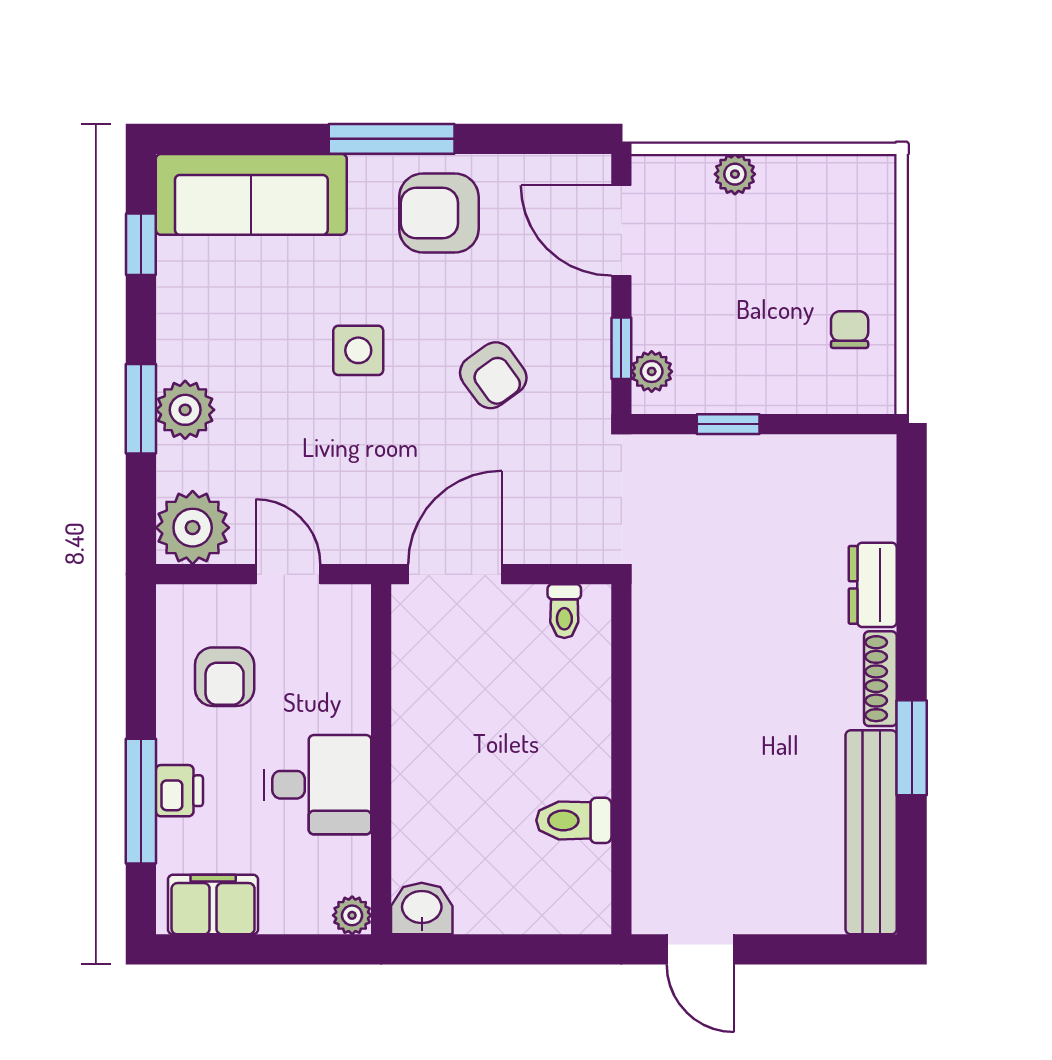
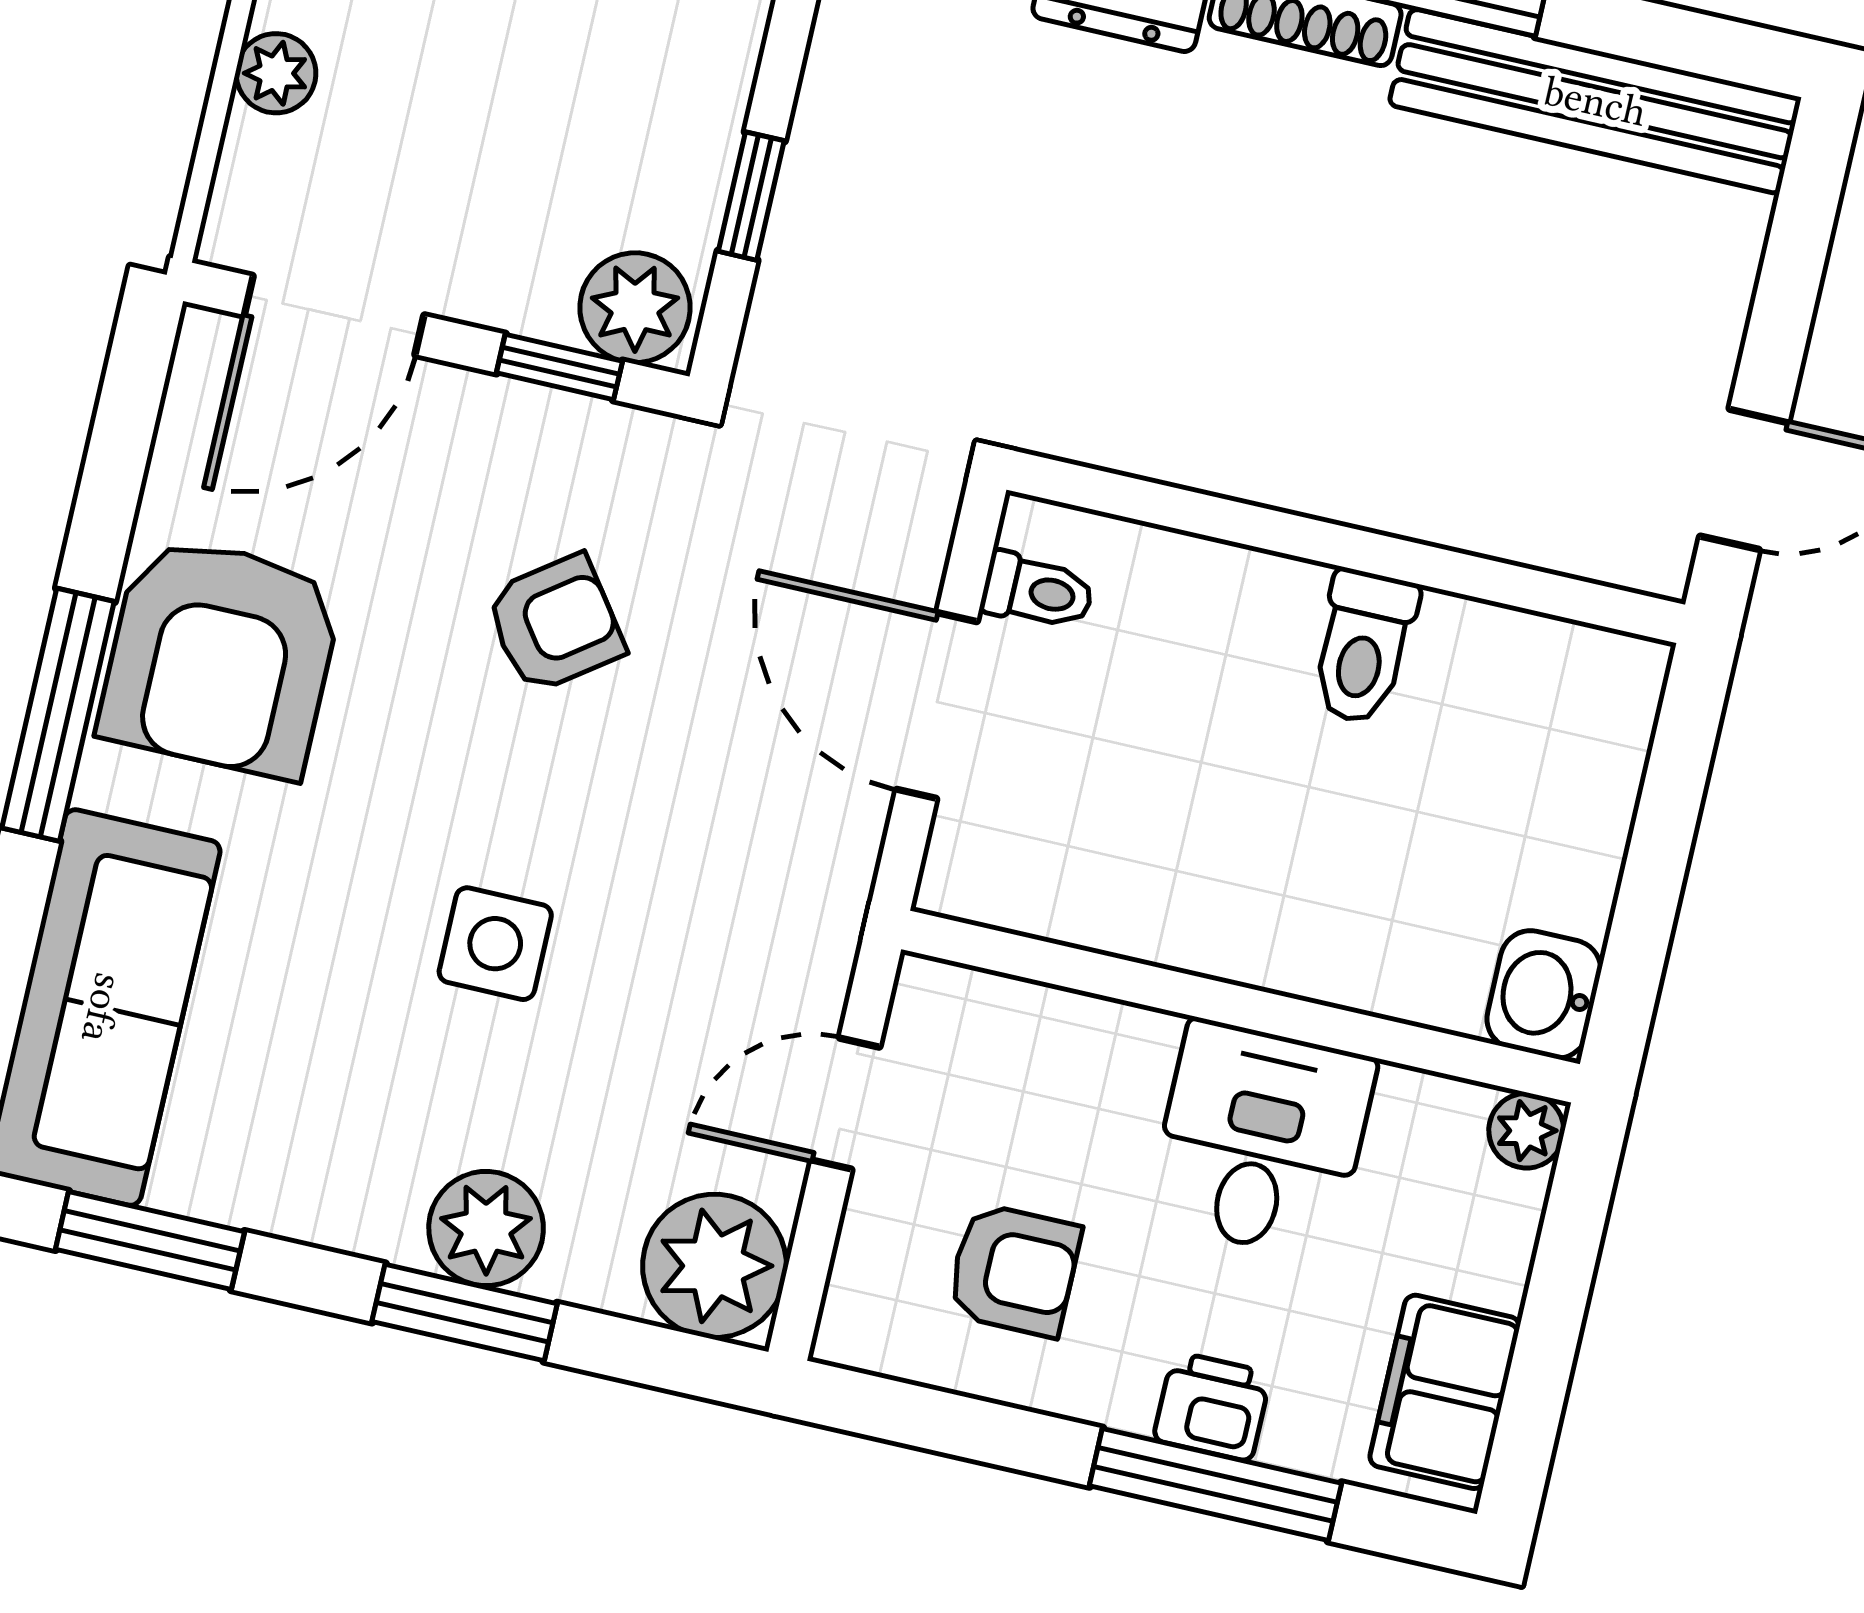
armchair: (439, 213) -> (221, 657), width x1.36, depth x1.36
window: (141, 244) -> (150, 1240), width x1.50
side table: (358, 350) -> (495, 944), moved
plant: (652, 371) -> (635, 308), width x1.38, depth x1.38
door: (455, 574) -> (937, 706), moved
toilet: (574, 820) -> (1363, 647), moved

